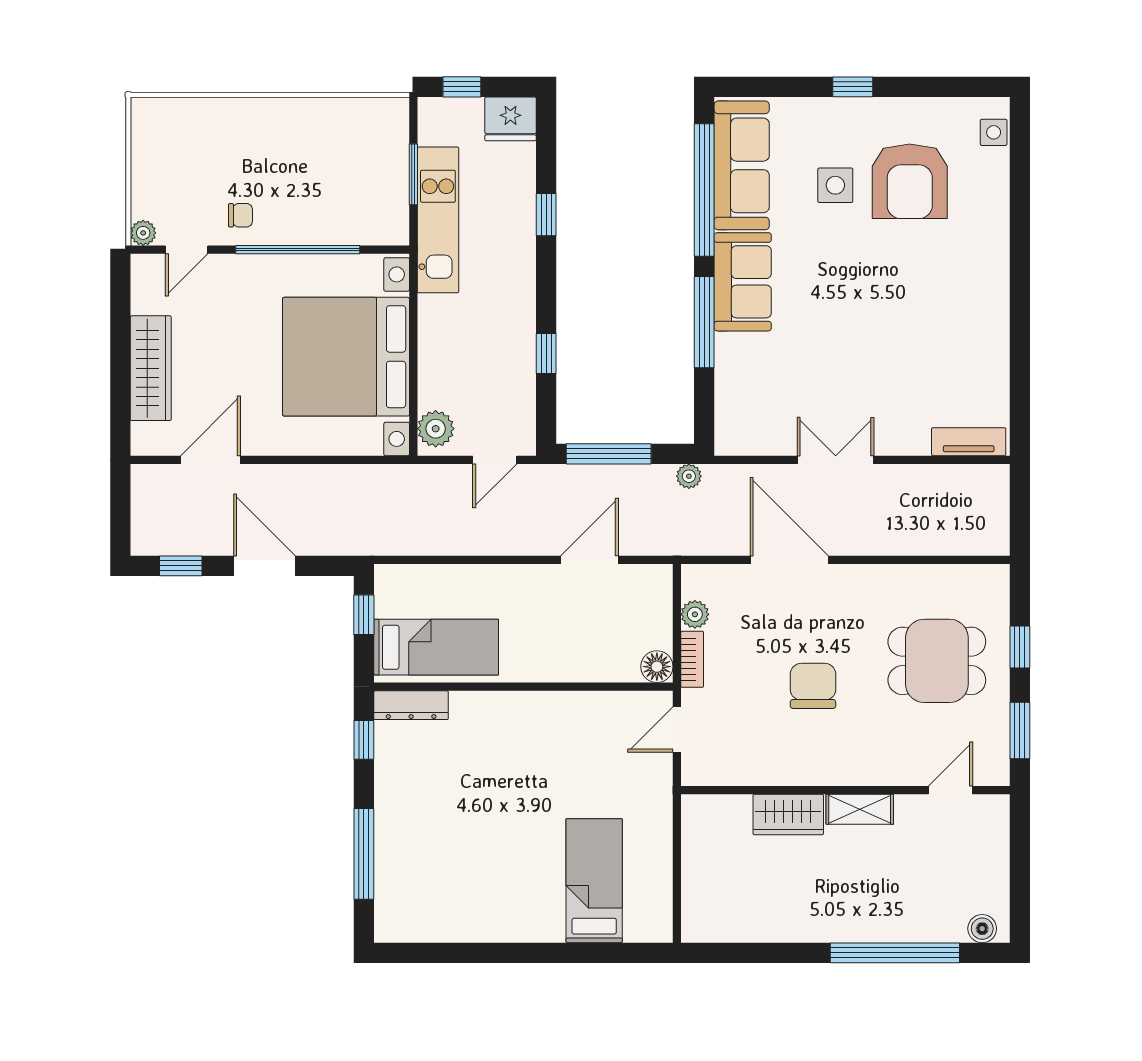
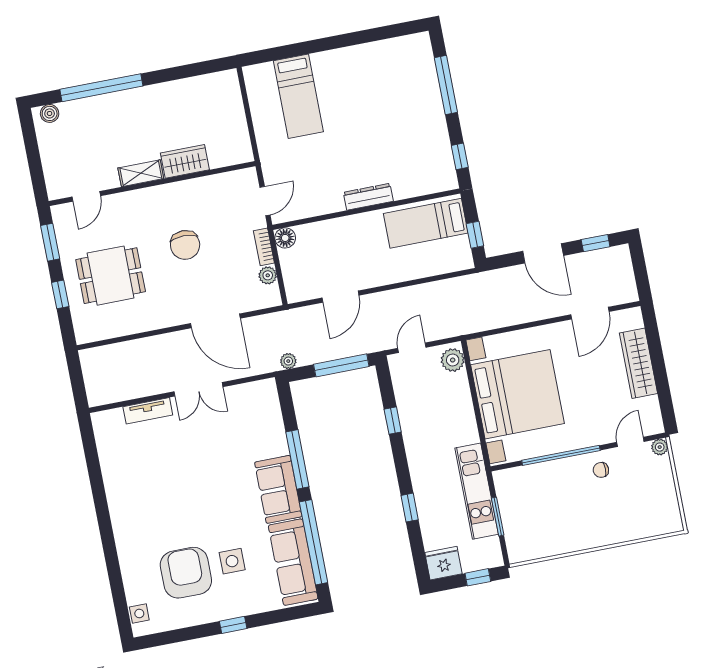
tv unit: (969, 442) -> (148, 411), moved
dresser: (411, 705) -> (368, 197), moved

